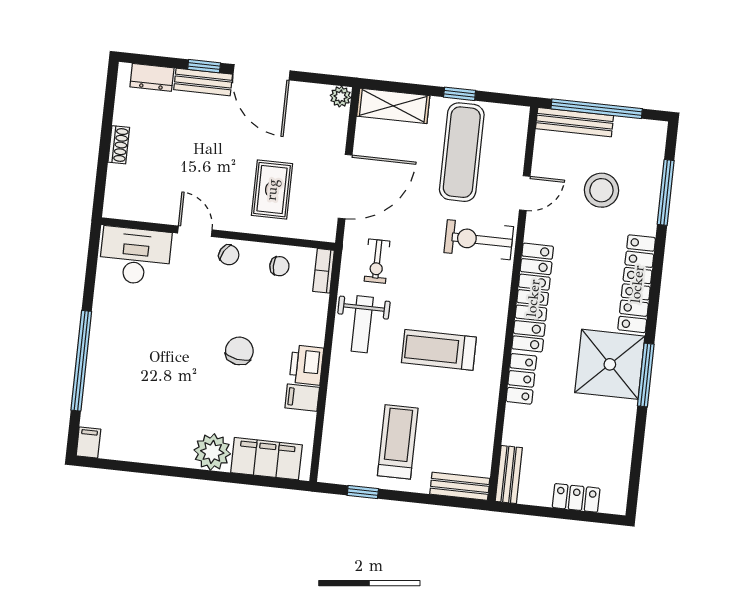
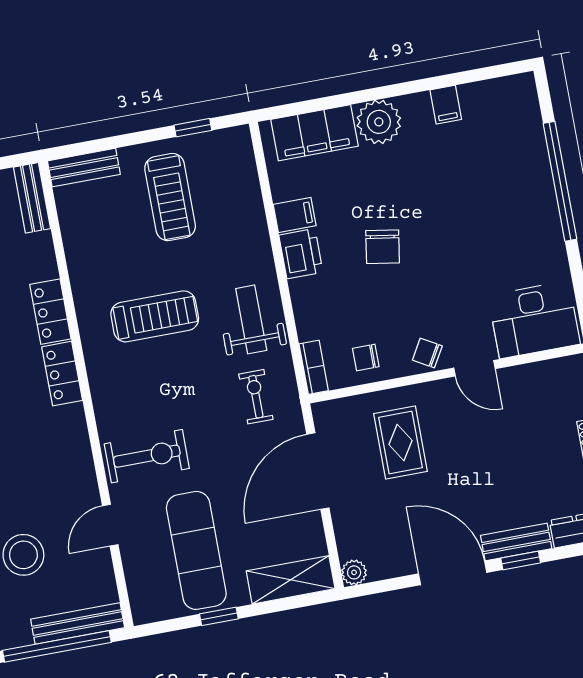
locker: (533, 298) -> (62, 374), width x0.46, depth x0.83
filing cabinet: (88, 443) -> (446, 105), moved

